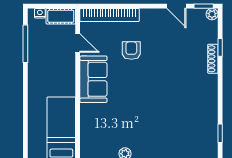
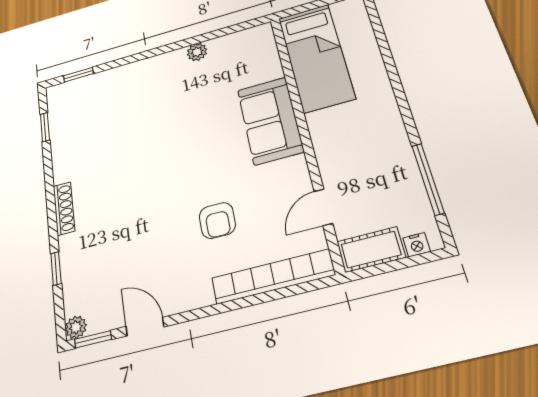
door: (78, 43) -> (323, 207), hinge flipped
shoe rack: (213, 59) -> (64, 208), moved
sofa: (93, 79) -> (270, 121), moved

